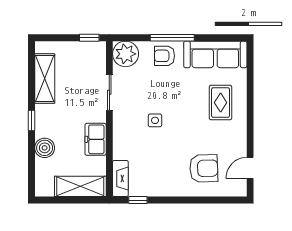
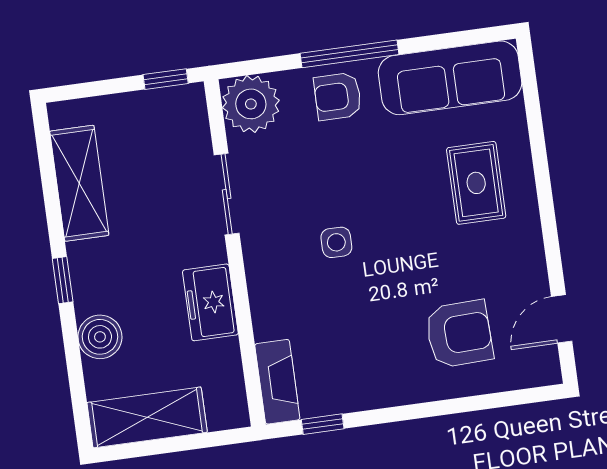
shelving: (80, 186) -> (147, 417), moved

